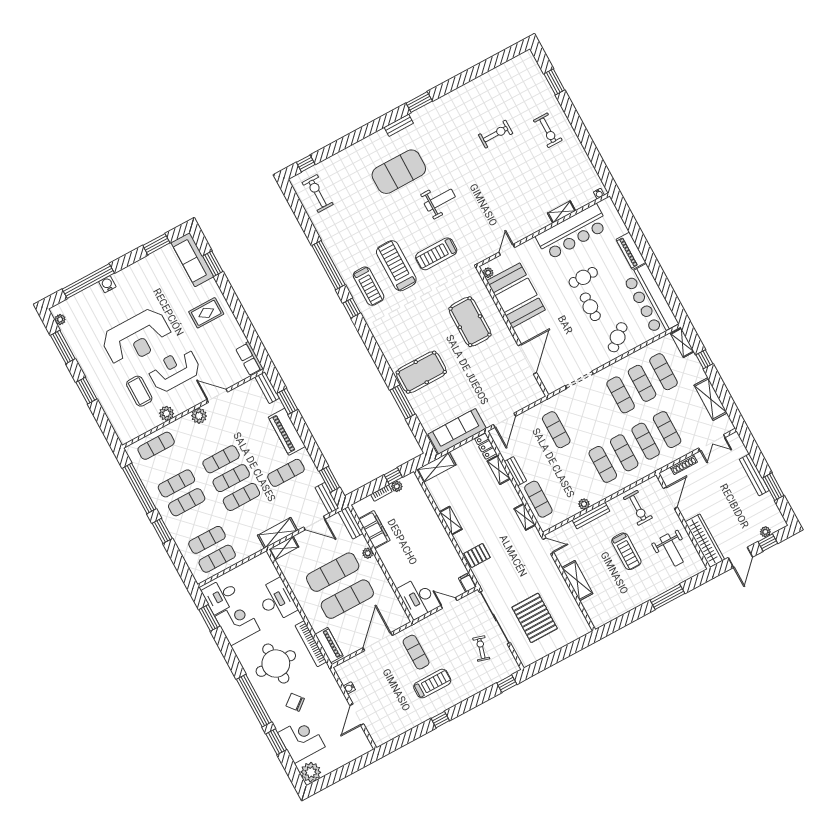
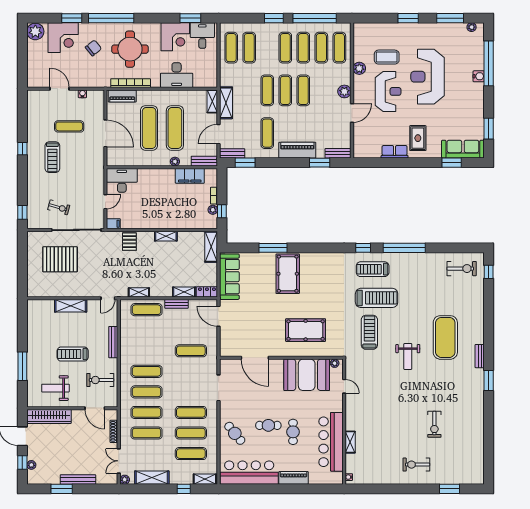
row of seats: (249, 359) -> (395, 152), moved
exercise mat: (166, 465) -> (321, 48), added
plant: (584, 504) -> (125, 480), moved
exercise mat: (416, 652) -> (69, 126), moved

